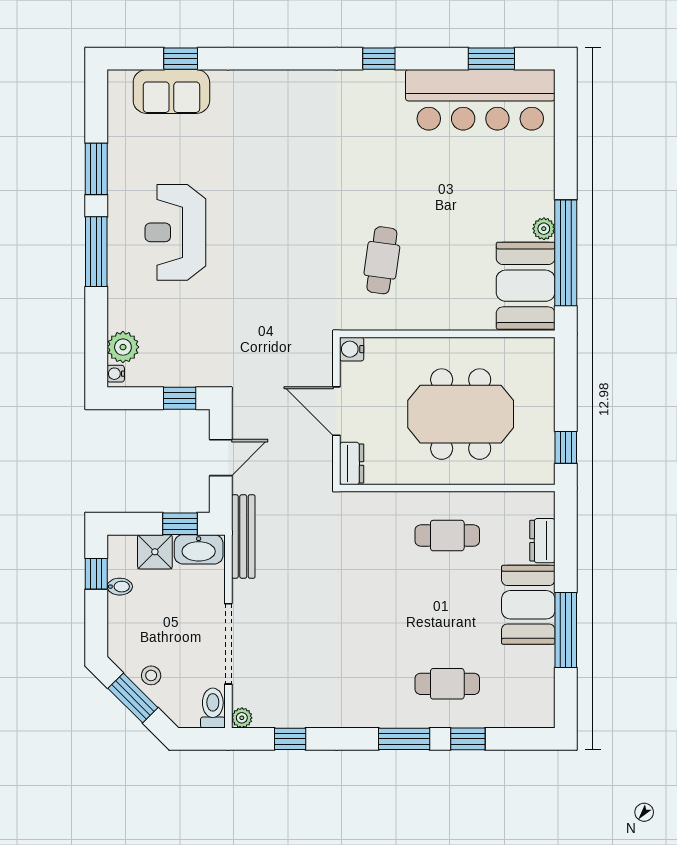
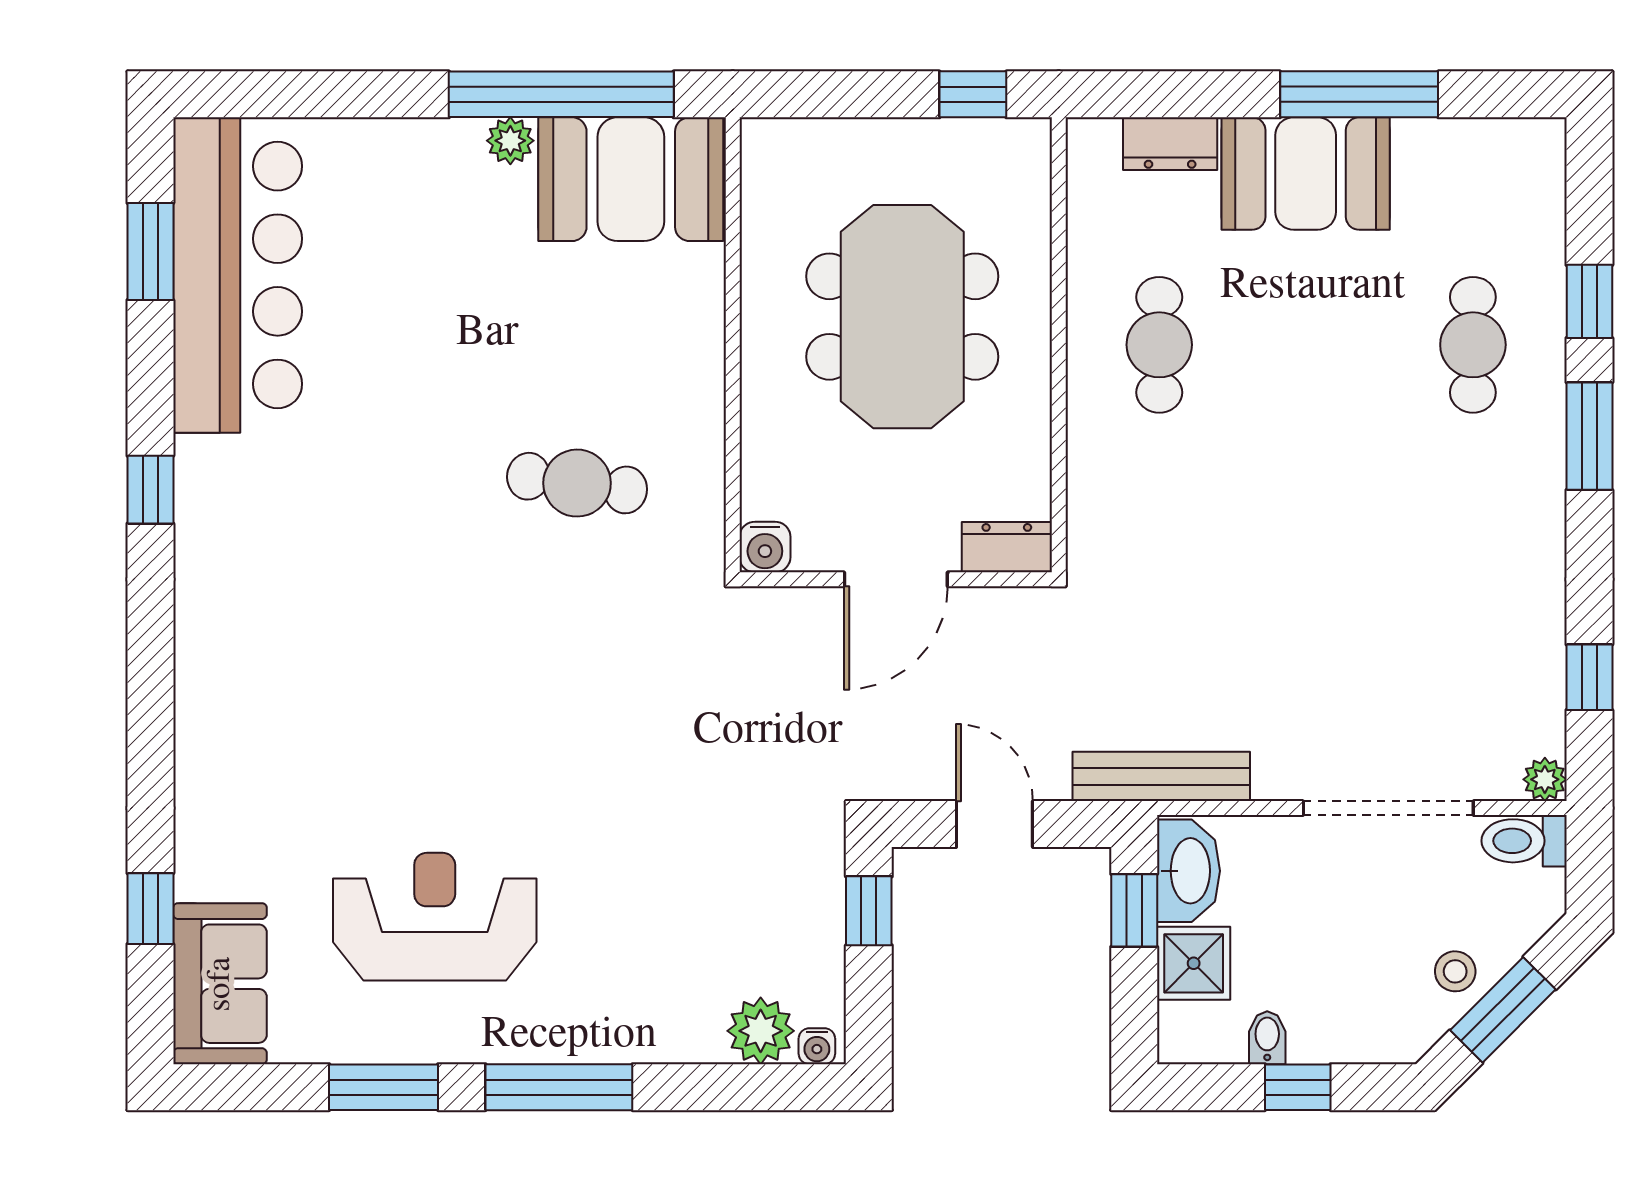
sofa: (171, 91) -> (220, 984), moved
reception desk: (175, 232) -> (435, 917), moved, turned 180
window: (96, 574) -> (1298, 1087), moved

